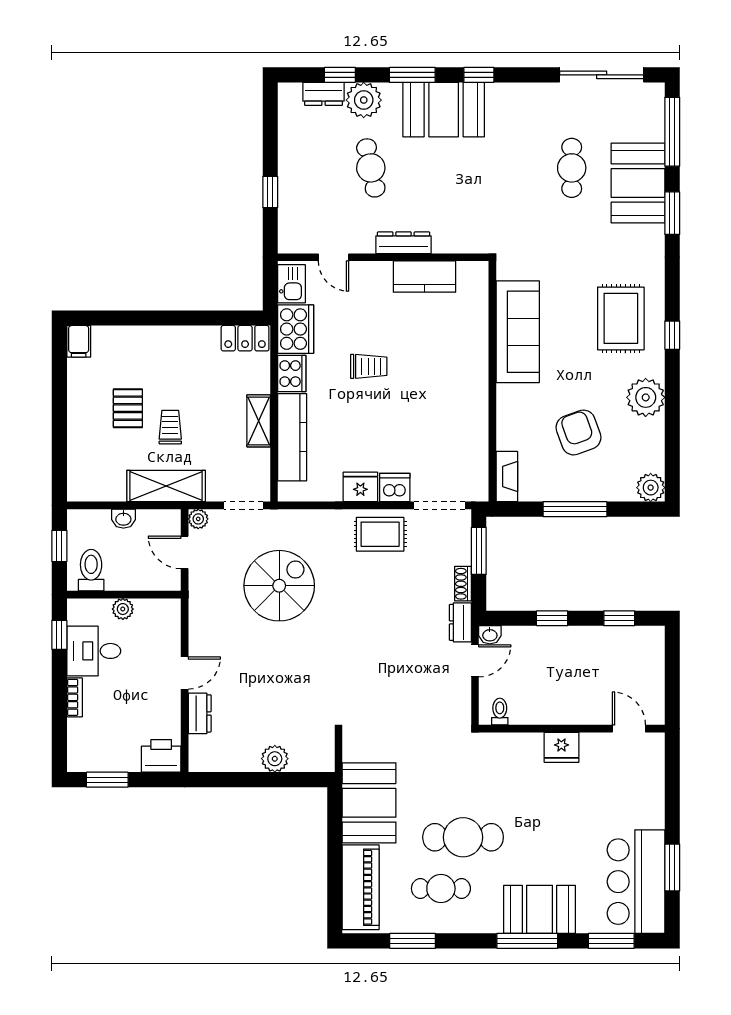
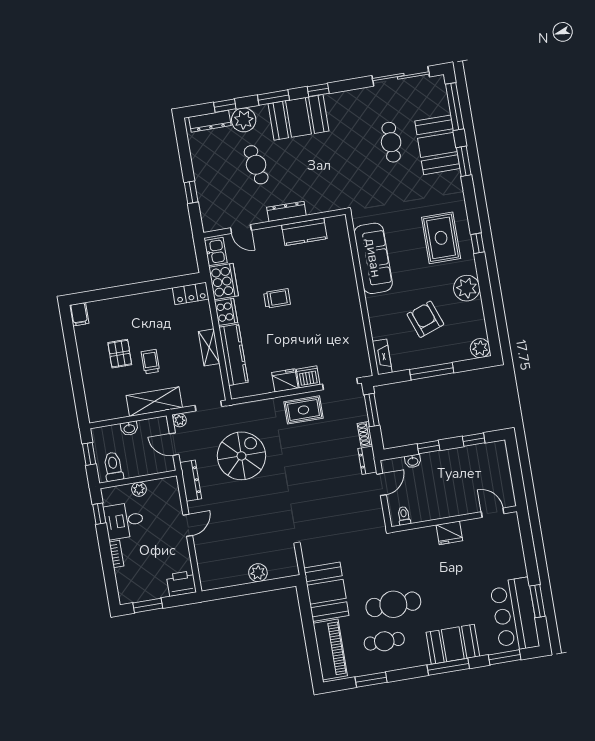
dresser: (324, 94) -> (210, 121), width x1.44
washbasin: (490, 635) -> (413, 461), moved
dresser: (200, 713) -> (191, 481), moved, width x1.44

